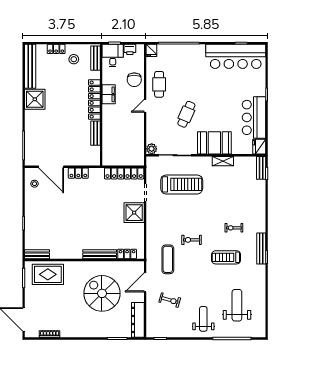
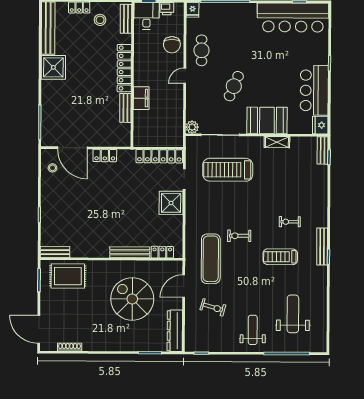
filing cabinet: (109, 94) -> (141, 98), moved
treadmill: (182, 184) -> (228, 170), turned 180
exercise mat: (168, 259) -> (211, 259), width x1.36, depth x1.45

